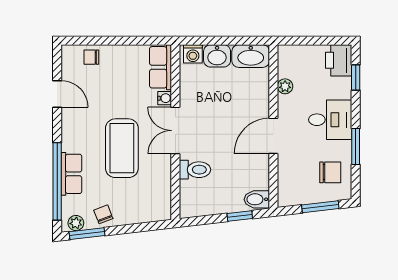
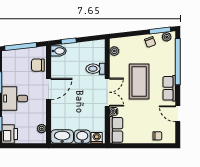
plant: (285, 86) -> (42, 129), moved
chair: (330, 172) -> (38, 65), moved
row of seats: (71, 174) -> (169, 88), moved
plant: (163, 199) -> (114, 51), added
window: (320, 207) -> (21, 47), width x1.44

